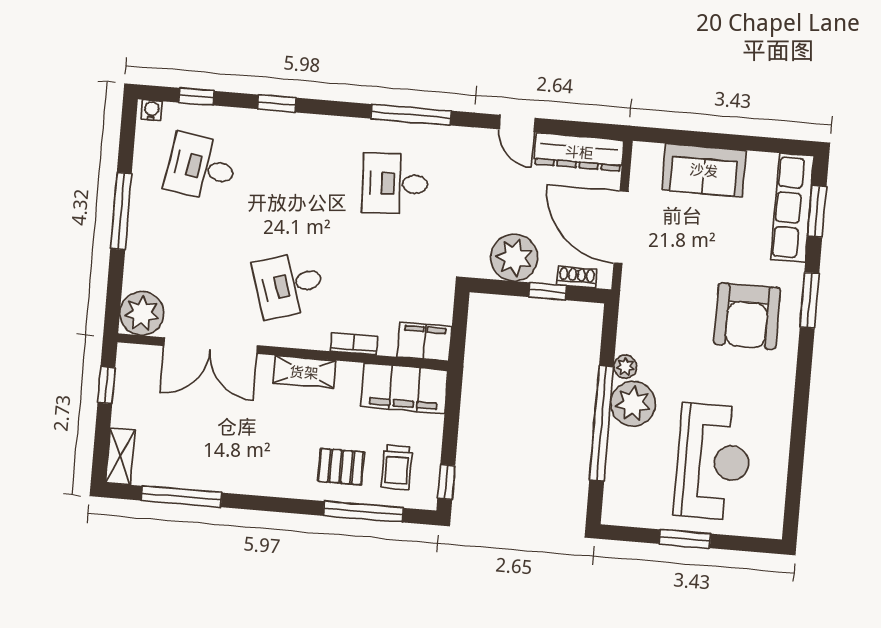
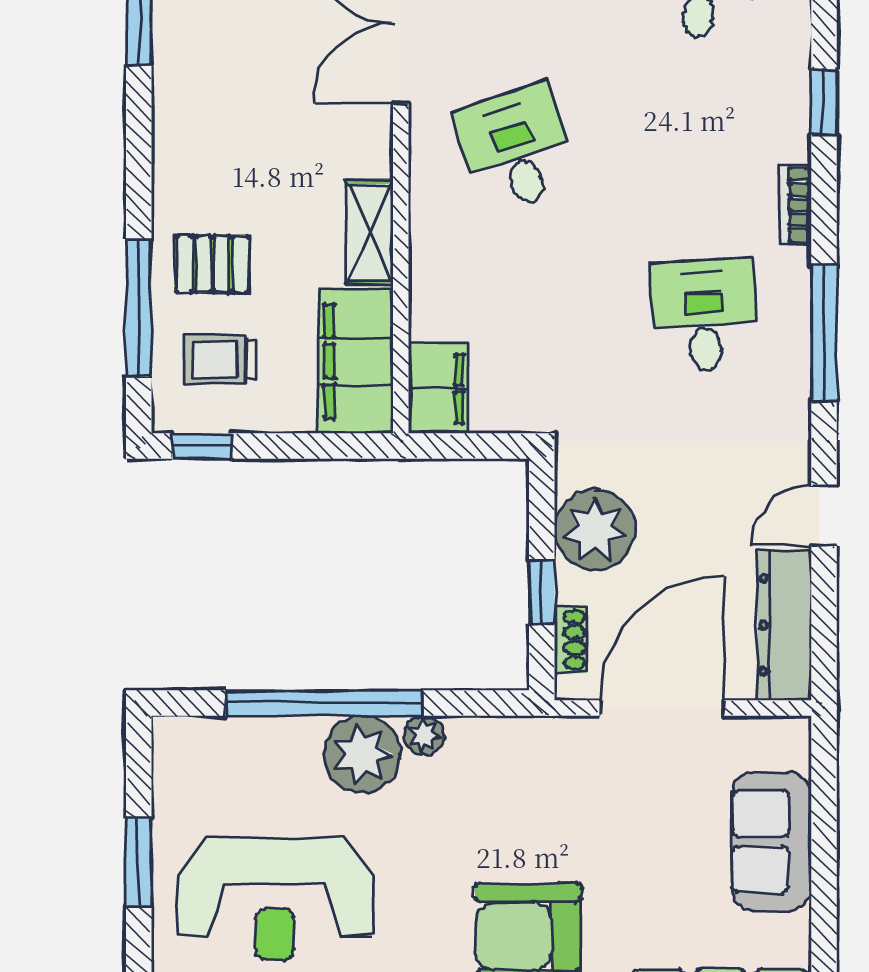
bookcase: (354, 344) -> (795, 205), moved, turned 180
shelving: (304, 372) -> (370, 232), moved
pallet: (341, 467) -> (212, 264), turned 90

